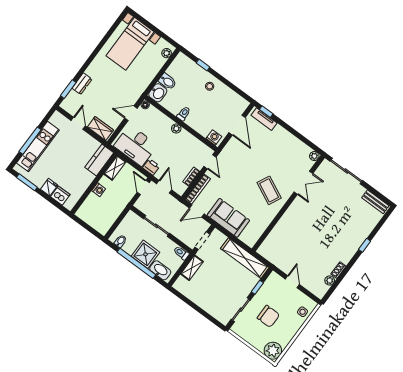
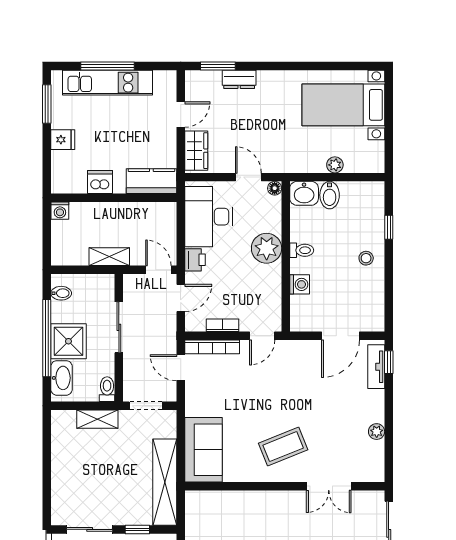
plant: (167, 53) -> (335, 165), moved
plant: (176, 129) -> (267, 248), width x1.88, depth x1.88
washing machine: (214, 138) -> (300, 284), moved
plant: (314, 156) -> (377, 432), moved
shelving: (115, 168) -> (109, 257), moved
door: (143, 187) -> (158, 270), hinge flipped
washing machine: (99, 190) -> (60, 211), moved
coffee table: (269, 190) -> (283, 447), turned 42
dishwasher: (60, 196) -> (100, 182), moved, turned -90
sofa: (228, 218) -> (203, 450), moved

